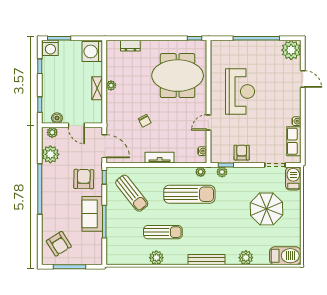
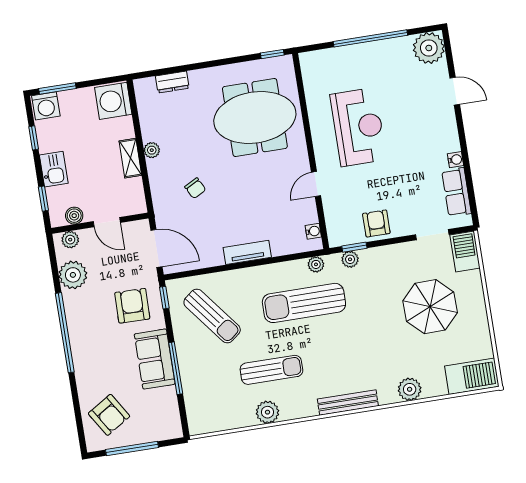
kitchen sink: (49, 88) -> (54, 169), added
chair: (145, 121) -> (195, 188), moved
sun lounger: (189, 194) -> (304, 303), turned 180

